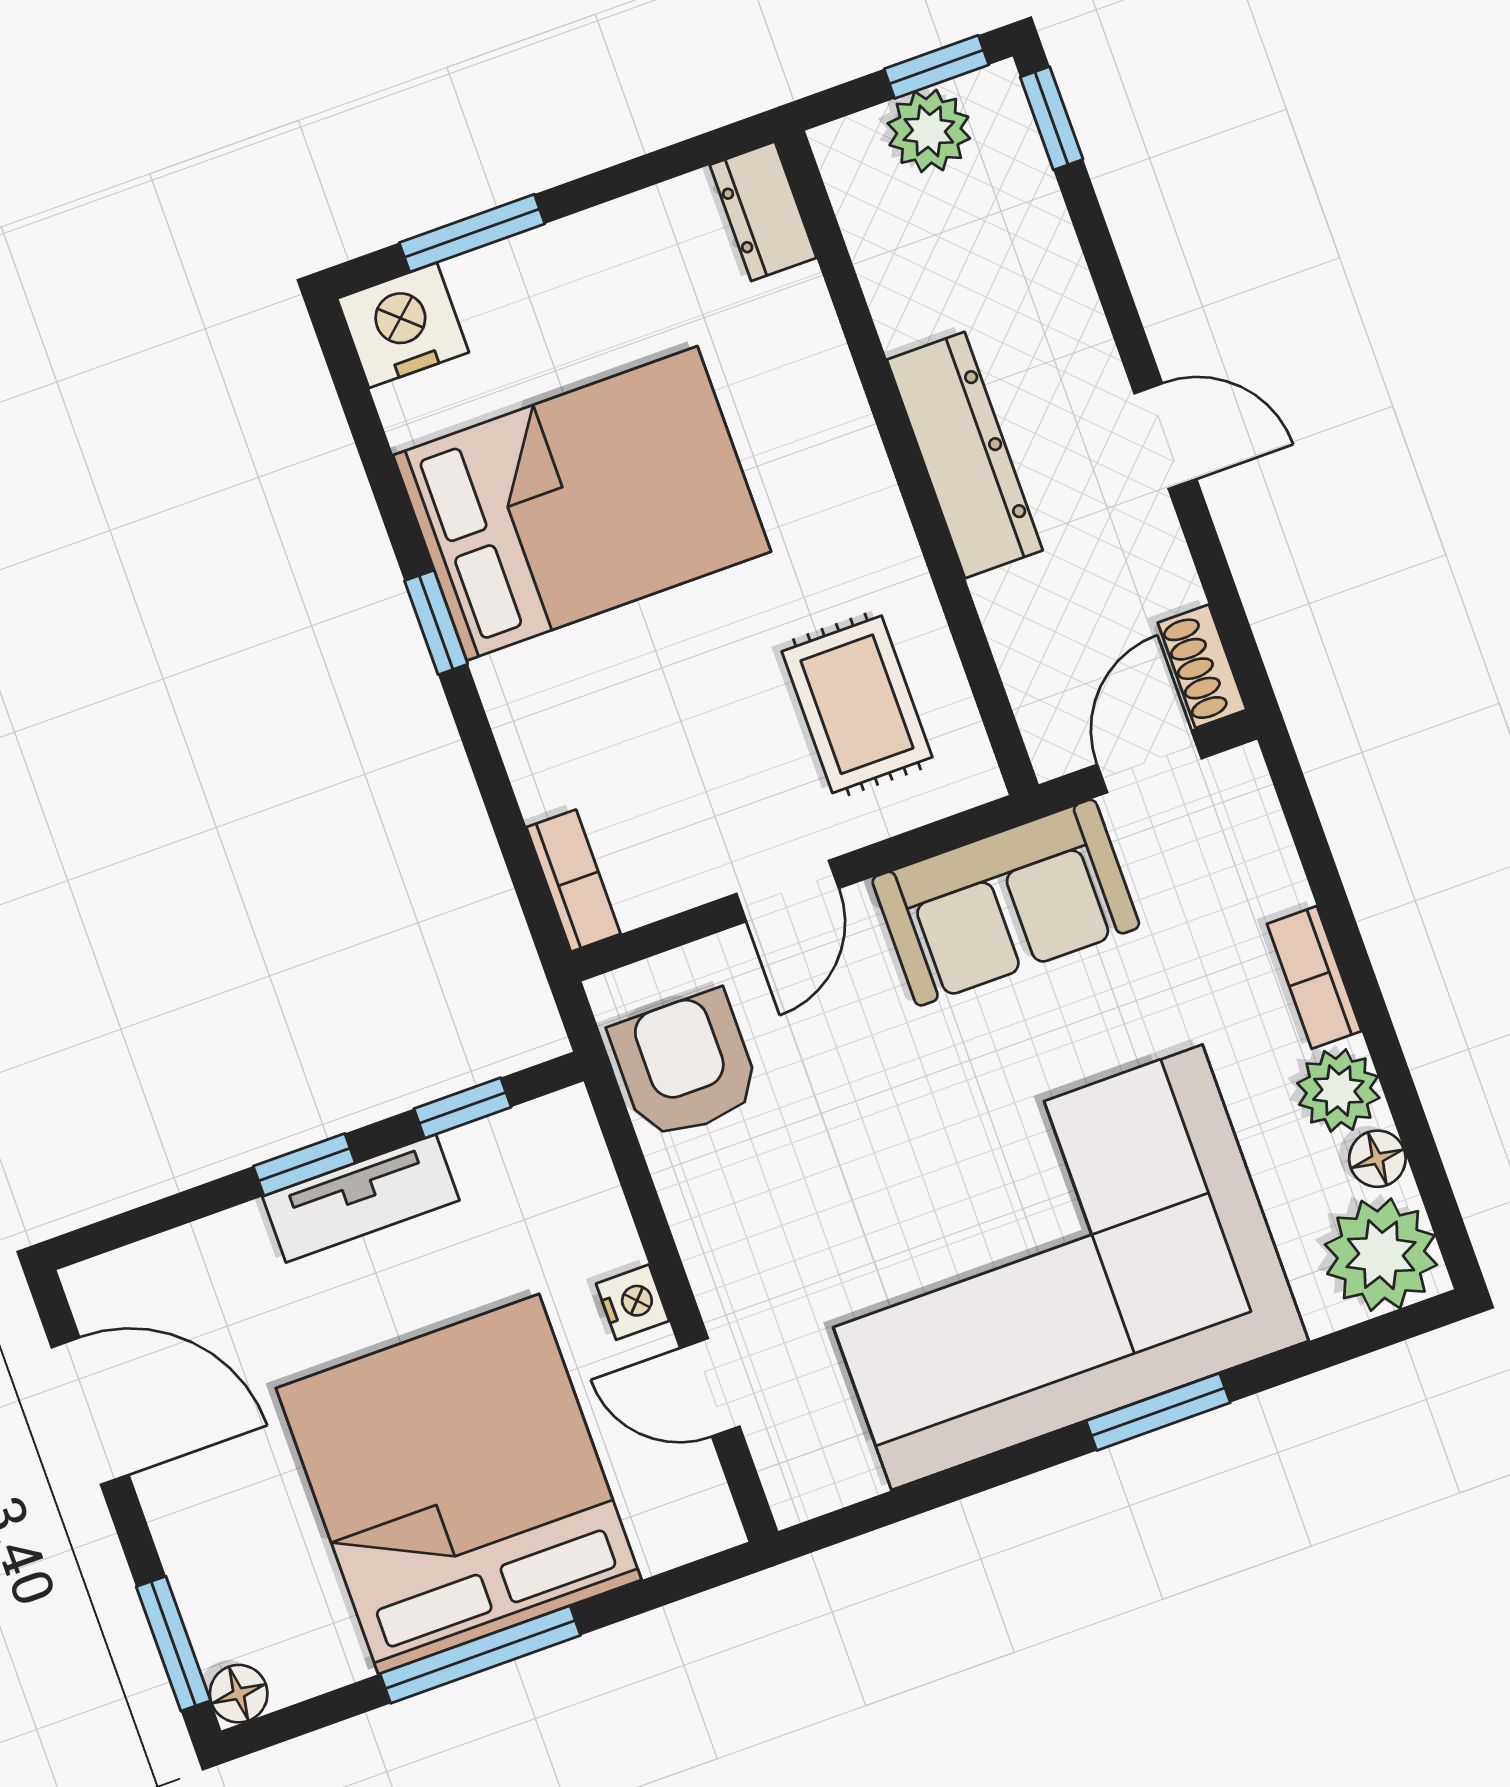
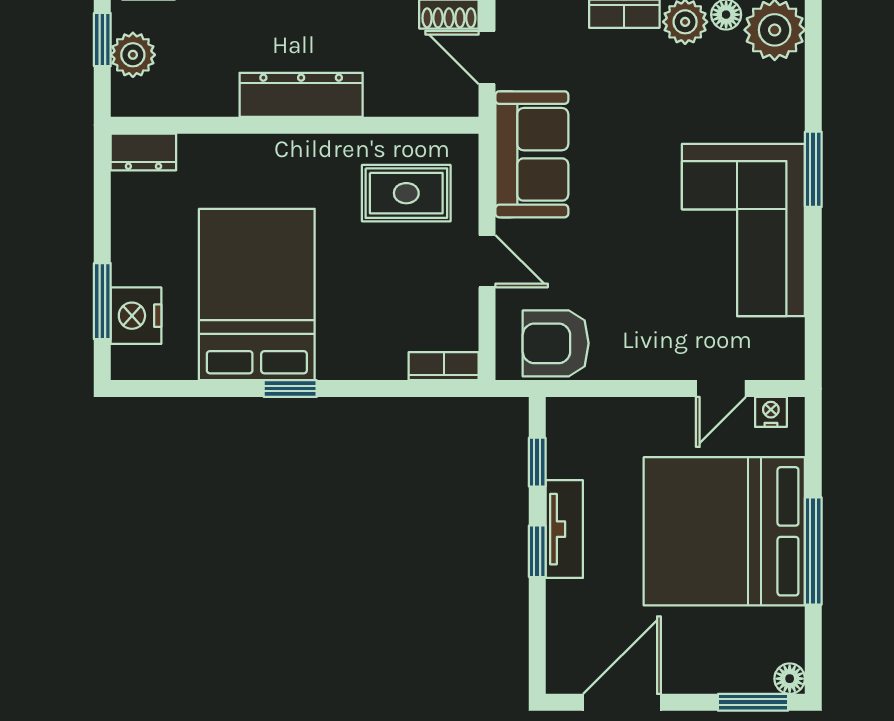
nightstand: (403, 325) -> (136, 316), moved
corner sofa: (1047, 1267) -> (743, 230), width x0.73, depth x0.74
nightstand: (633, 1302) -> (771, 412), moved

